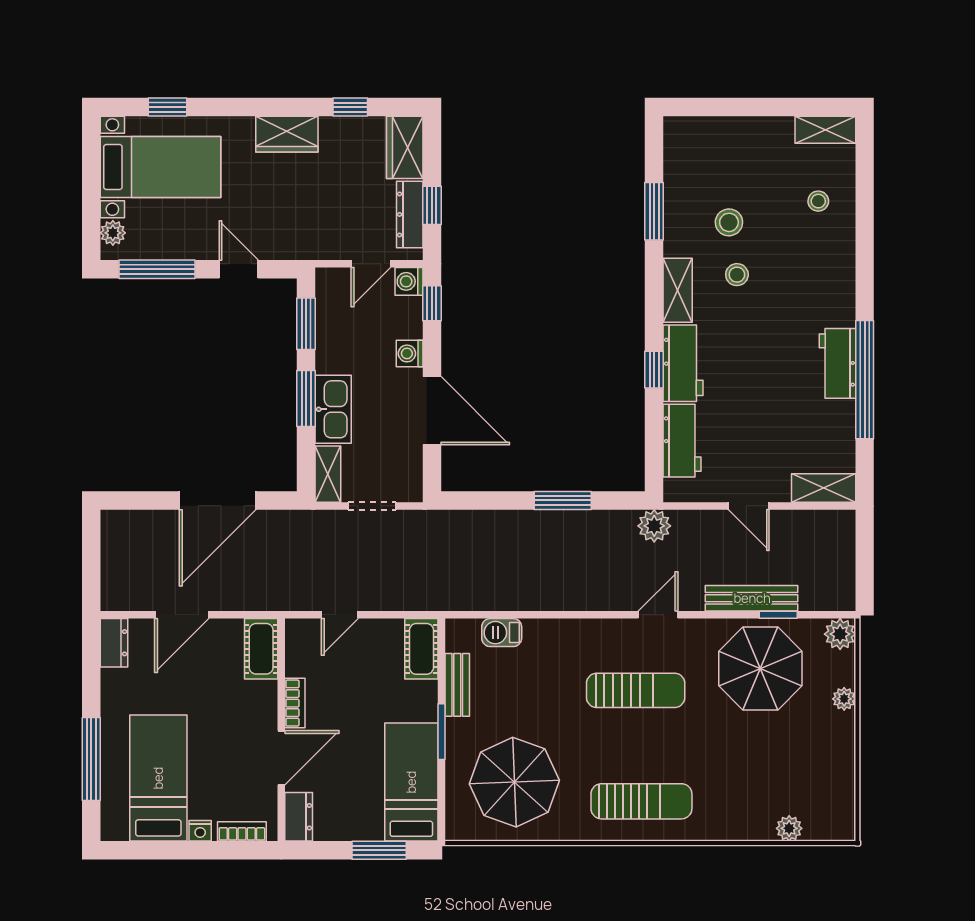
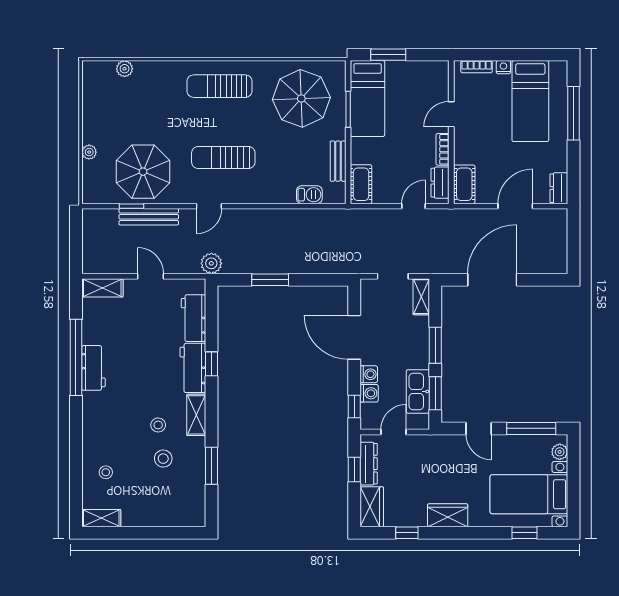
washing machine: (409, 281) -> (369, 393), moved
kitchen sink: (333, 409) -> (418, 391), moved
plant: (840, 634) -> (92, 194), removed
window: (442, 732) -> (348, 109), moved
door: (281, 758) -> (451, 114), width x0.73
dresser: (299, 817) -> (440, 183), moved

